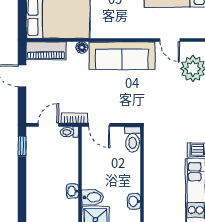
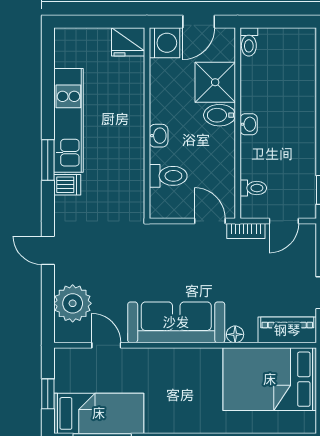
toilet: (69, 132) -> (253, 188), moved
toilet: (133, 139) -> (168, 176), moved, turned 90
washbasin: (134, 201) -> (159, 136), moved

